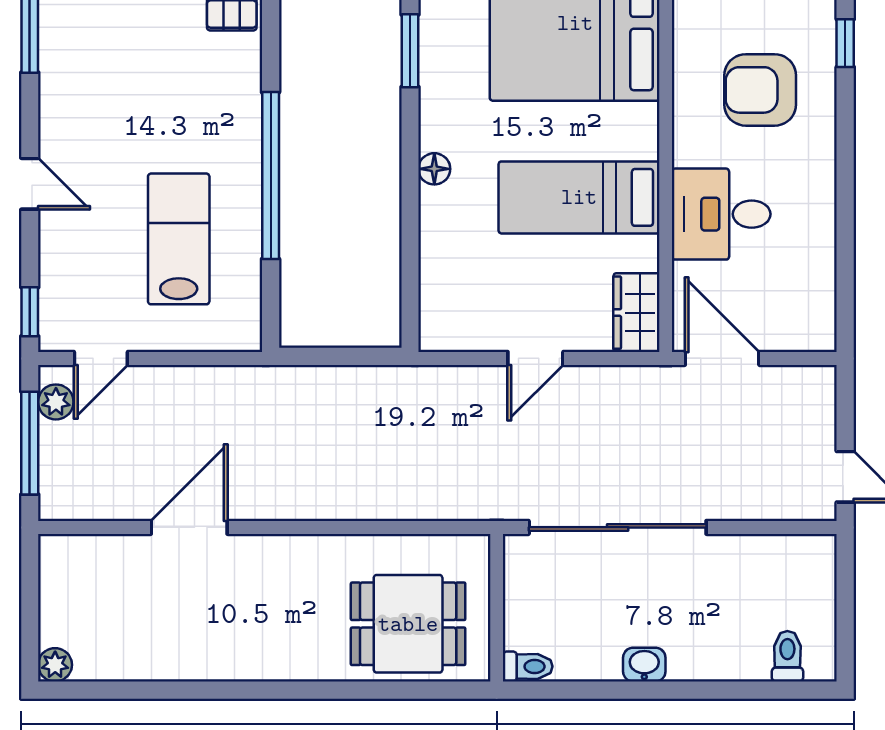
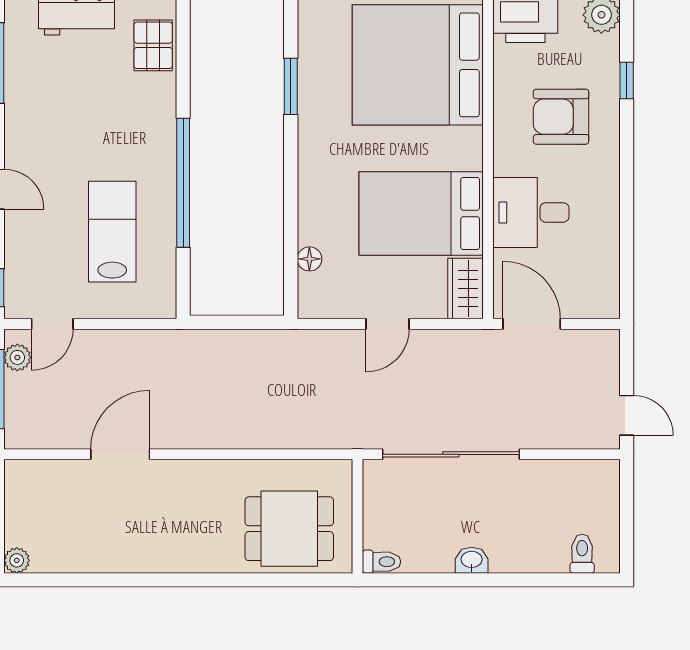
floor lamp: (434, 169) -> (309, 259), moved
bed: (579, 197) -> (421, 214), width x1.50

